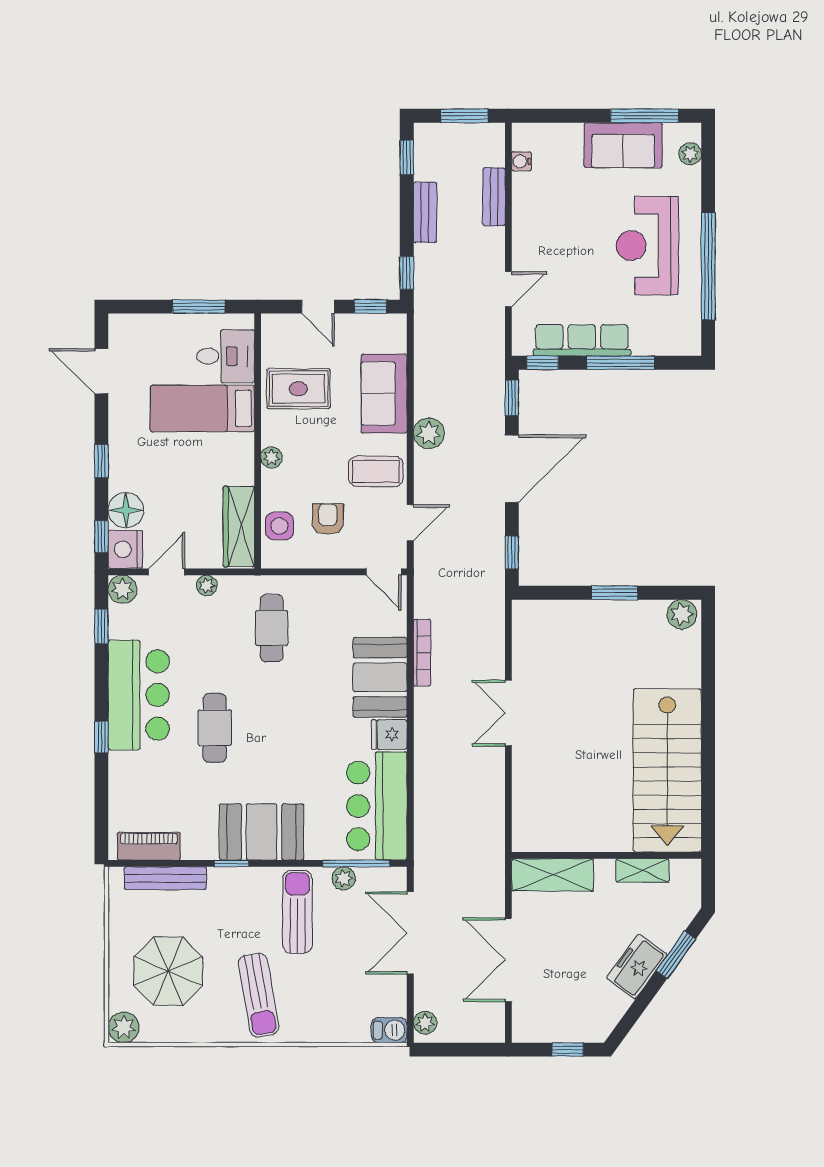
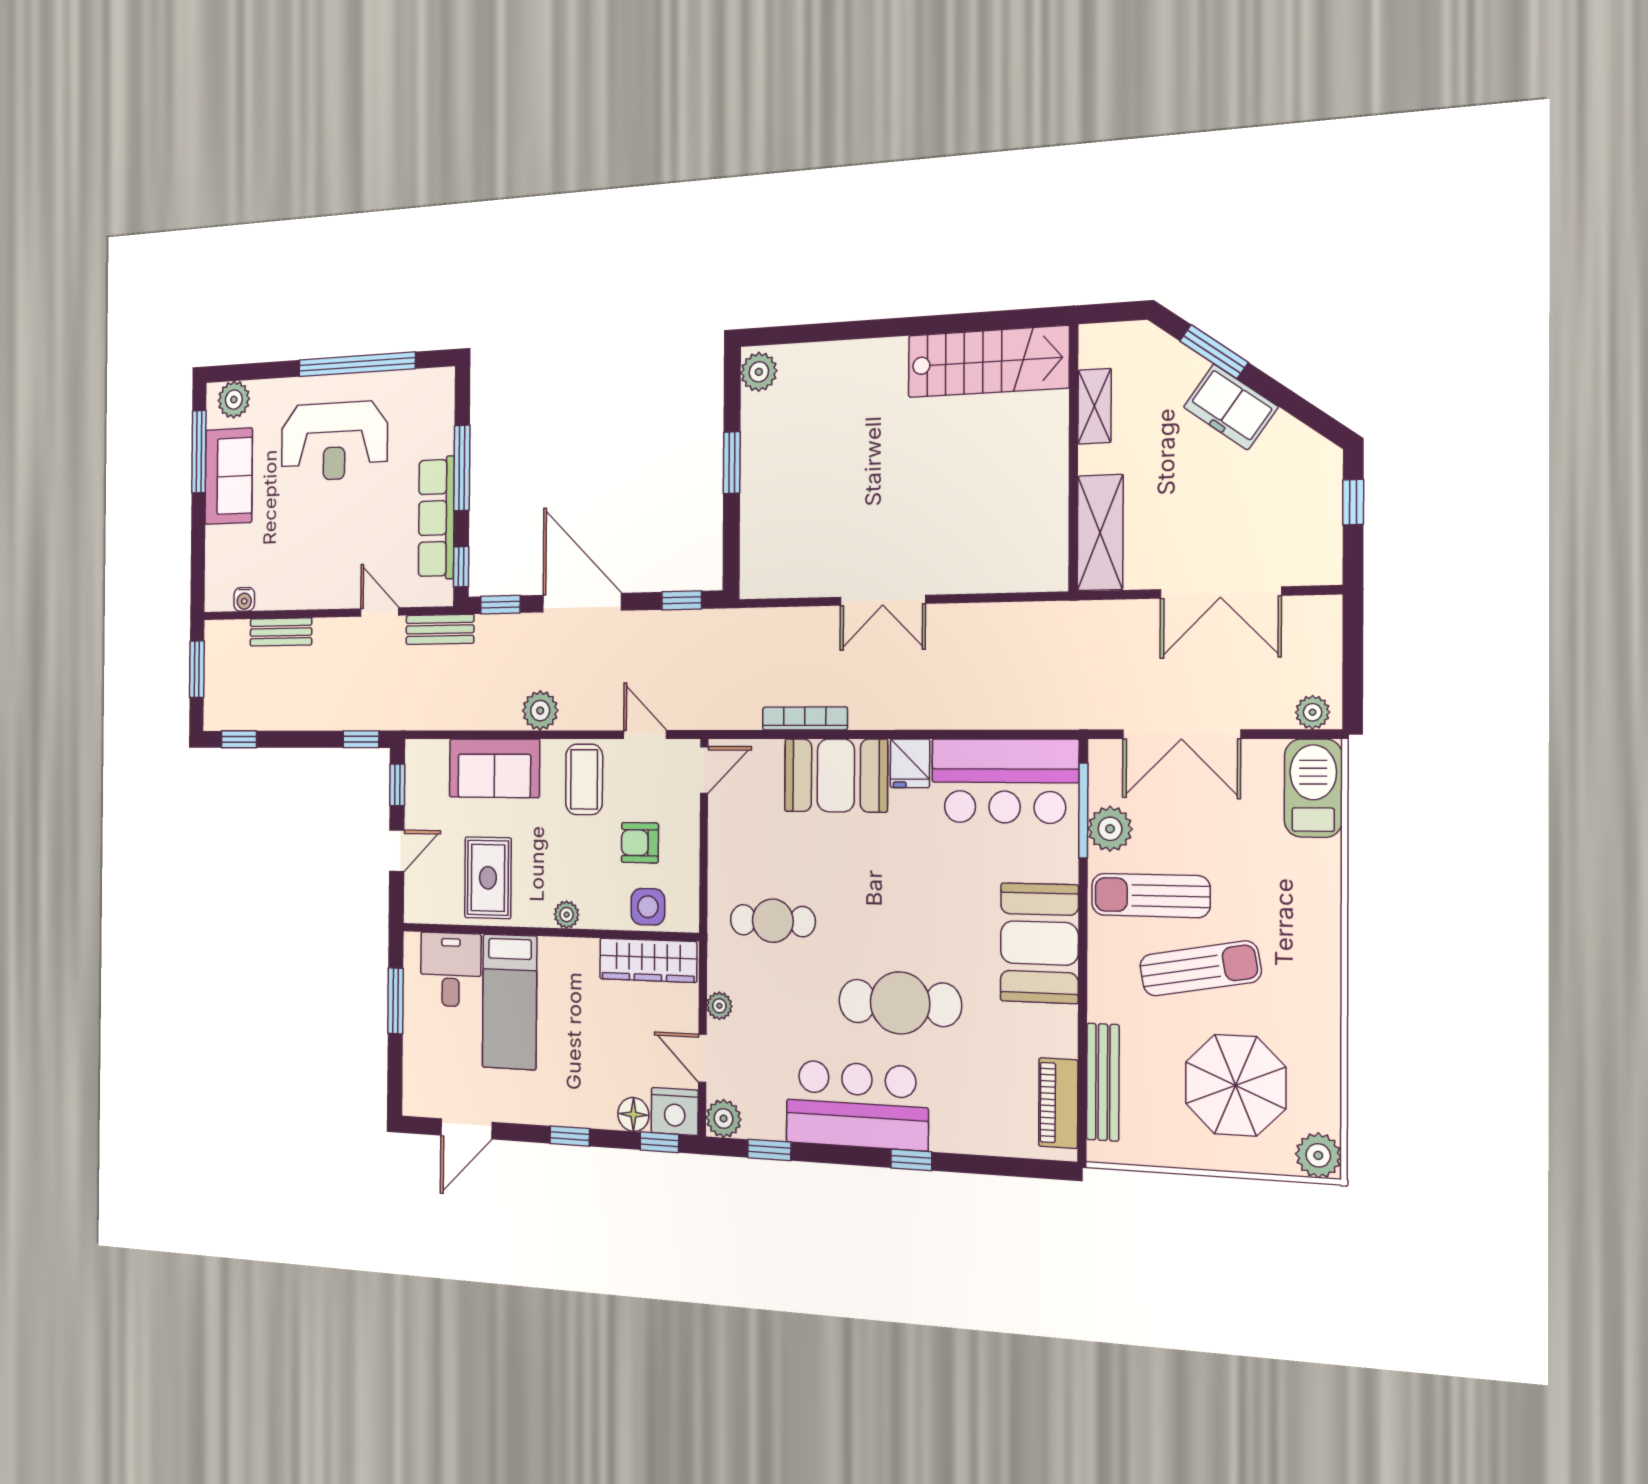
plant: (690, 154) -> (234, 400), width x1.38, depth x1.38
bench: (425, 212) -> (440, 629), moved
floor lamp: (126, 510) -> (633, 1114), width x0.73, depth x0.73
cafe table: (215, 728) -> (900, 1003), width x1.37, depth x1.35
stairs: (667, 770) -> (988, 362), width x0.73, depth x0.66
window: (231, 863) -> (1083, 987), removed
plant: (344, 878) -> (1110, 829), width x1.38, depth x1.38
sun lounger: (259, 995) -> (1200, 968), moved
barbecue: (389, 1030) -> (1313, 788), width x1.88, depth x1.53

